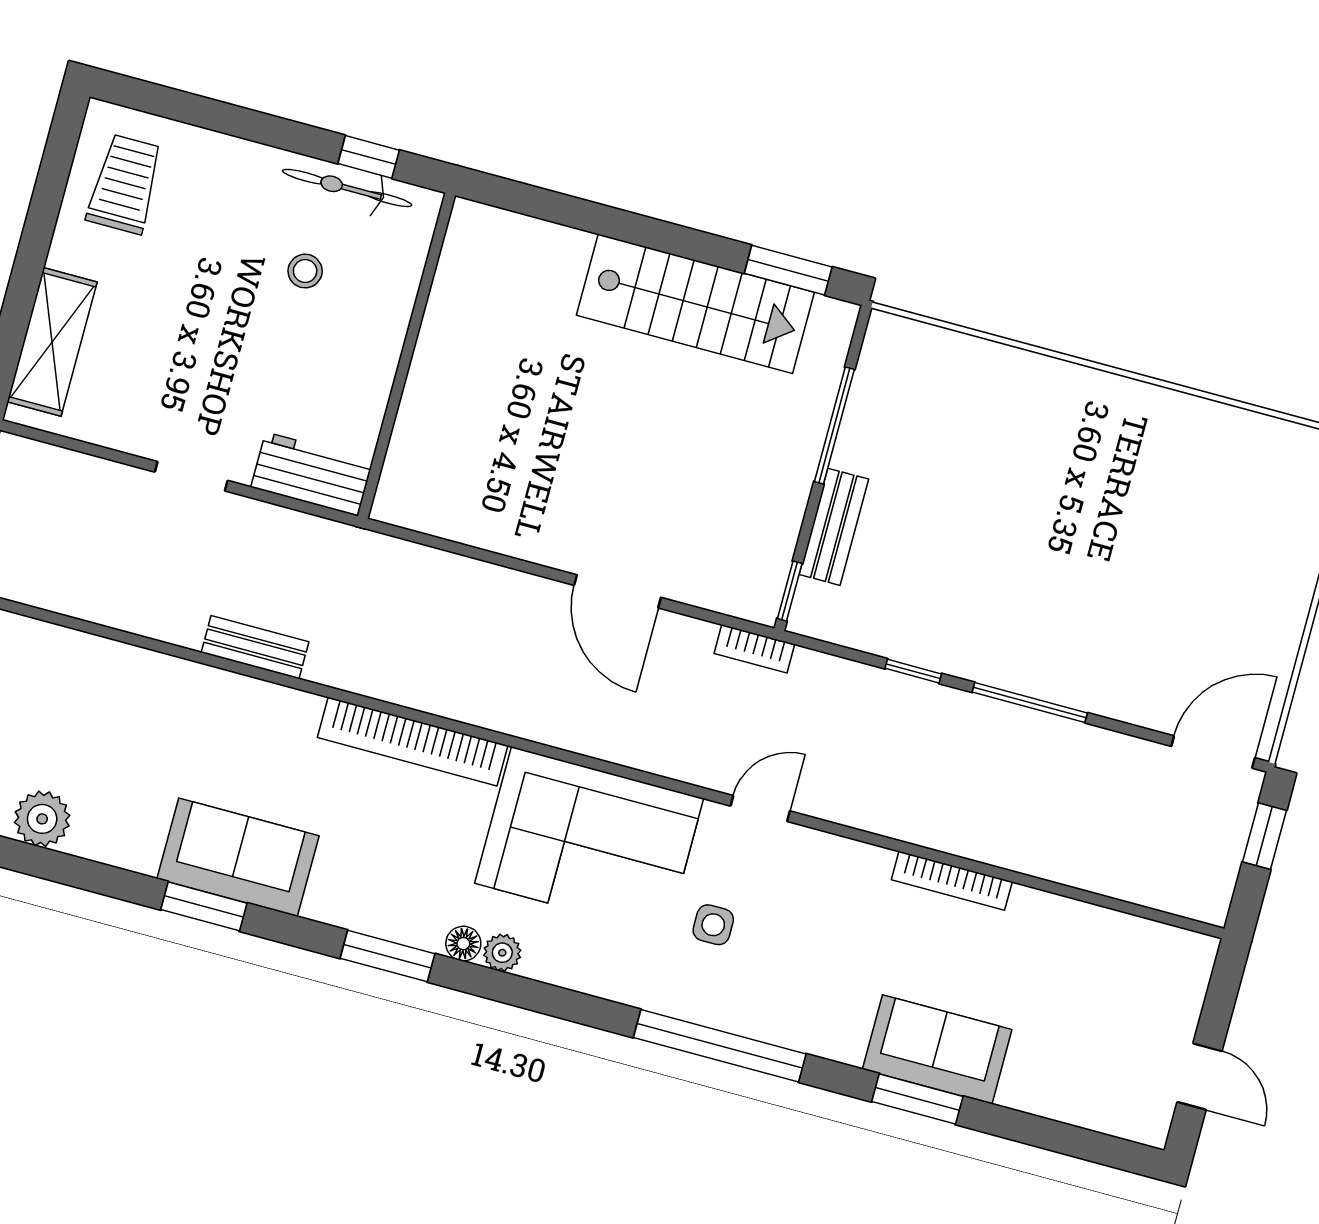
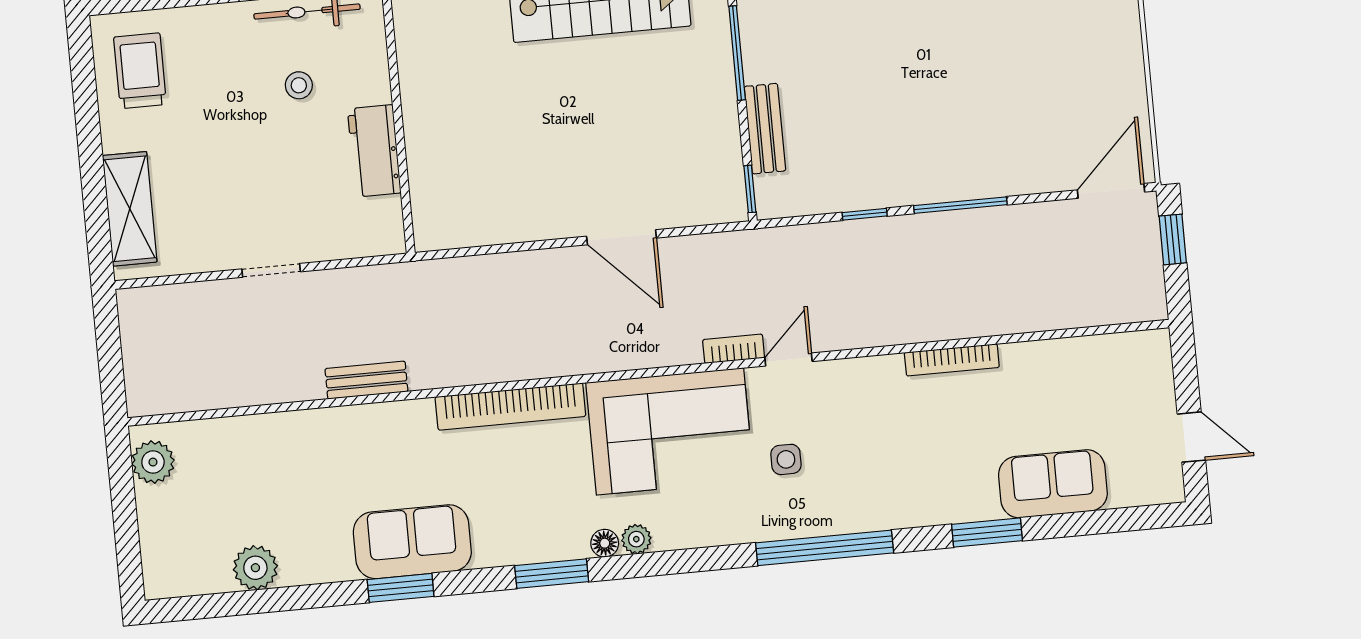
workbench: (312, 474) -> (374, 151), moved, turned -90
bookcase: (754, 649) -> (734, 349), moved, turned 180
sofa: (937, 1049) -> (1053, 484), moved

